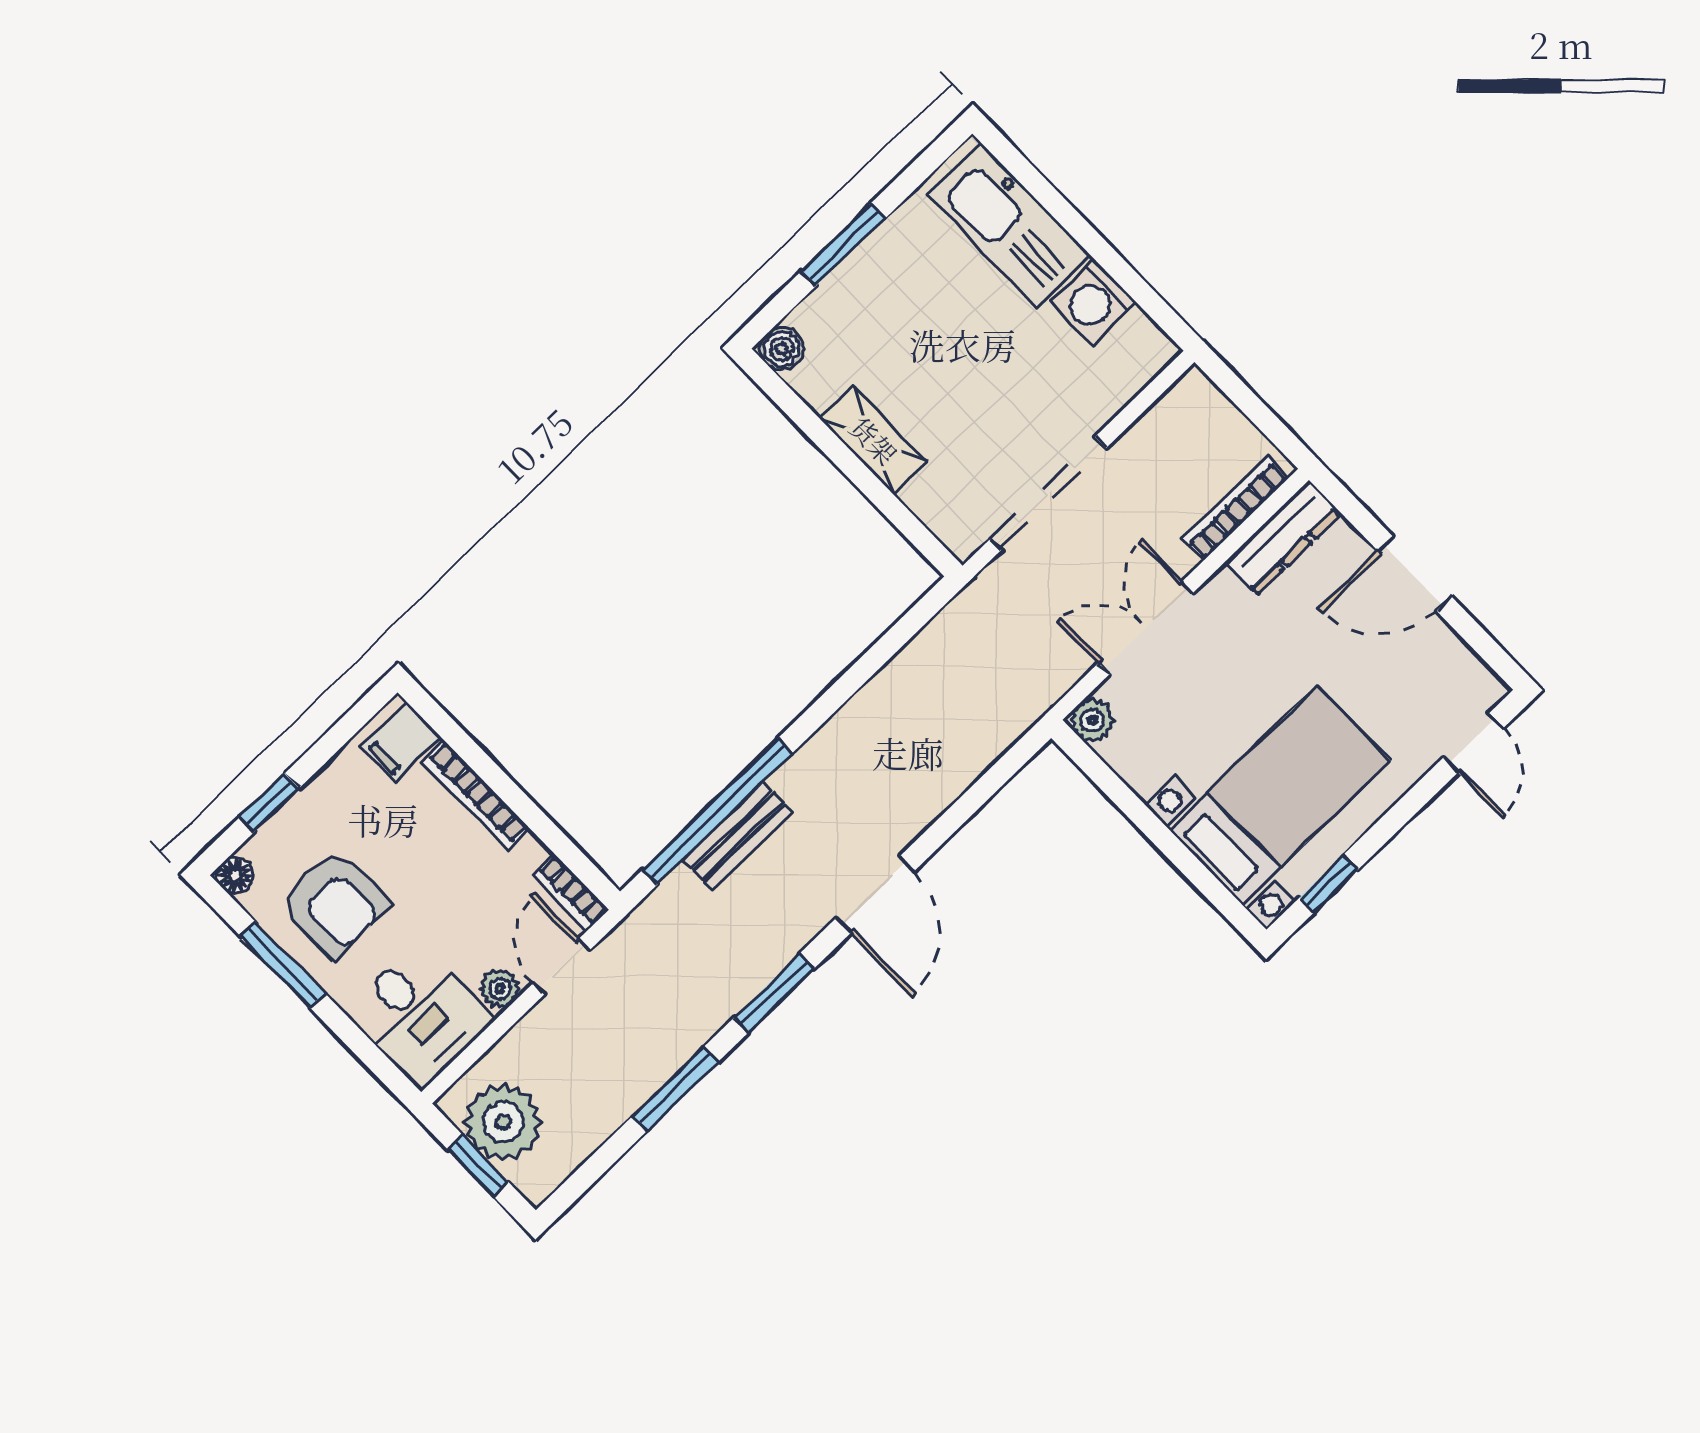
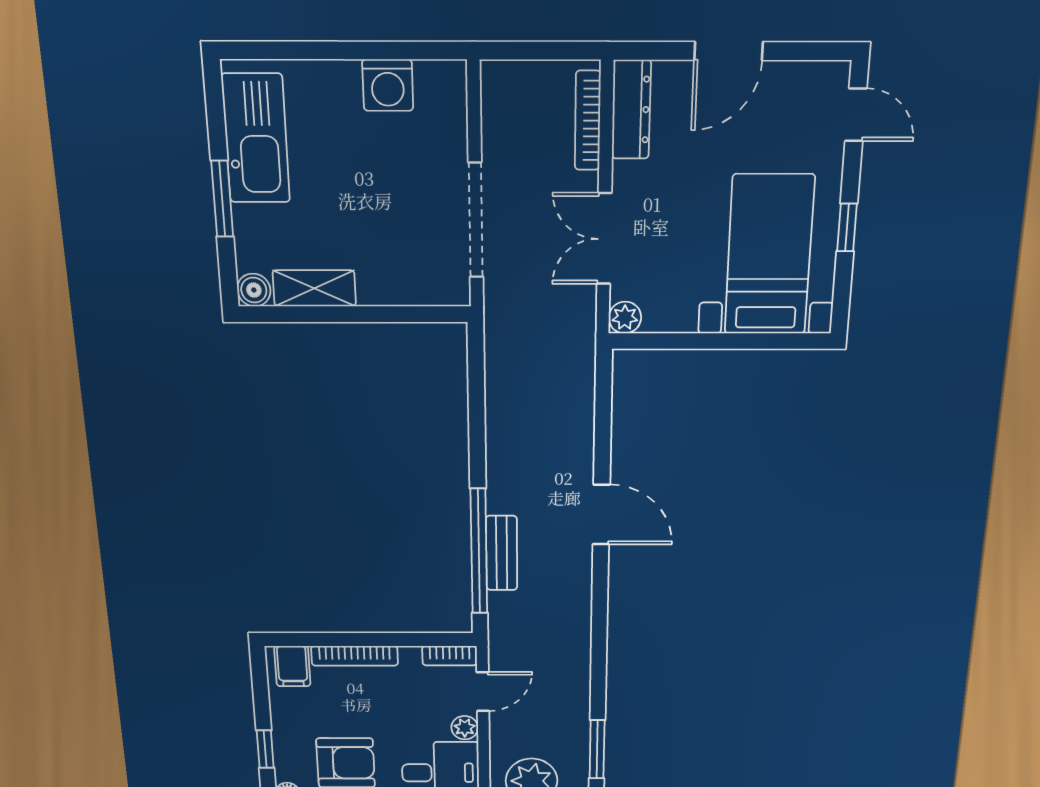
kitchen sink: (1009, 225) -> (256, 139), moved, turned -90
shelving: (874, 440) -> (314, 288), moved
window: (1329, 884) -> (847, 228), moved
door: (561, 967) -> (483, 692), swing flipped
window: (774, 993) -> (600, 608), removed
window: (675, 1089) -> (597, 749), moved

